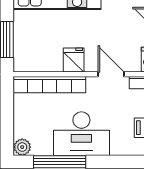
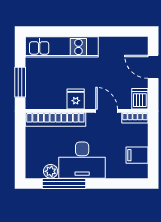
plant: (22, 147) -> (51, 171), moved

